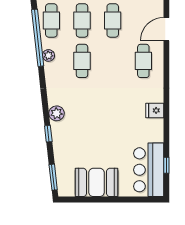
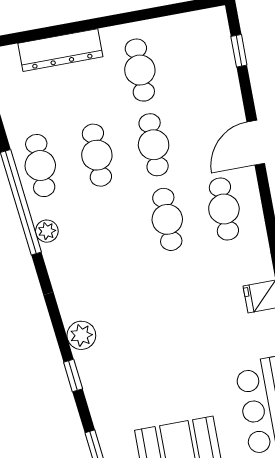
cafe table: (82, 61) -> (167, 219), moved

